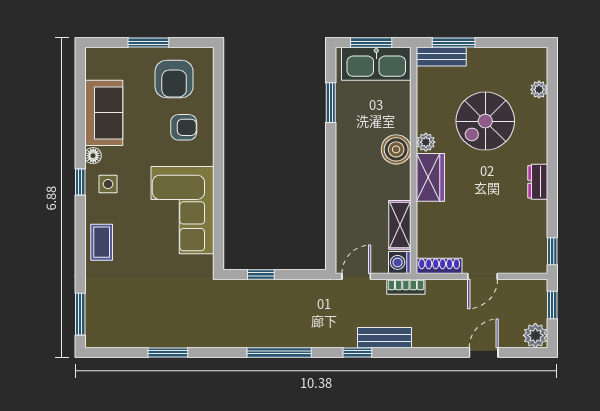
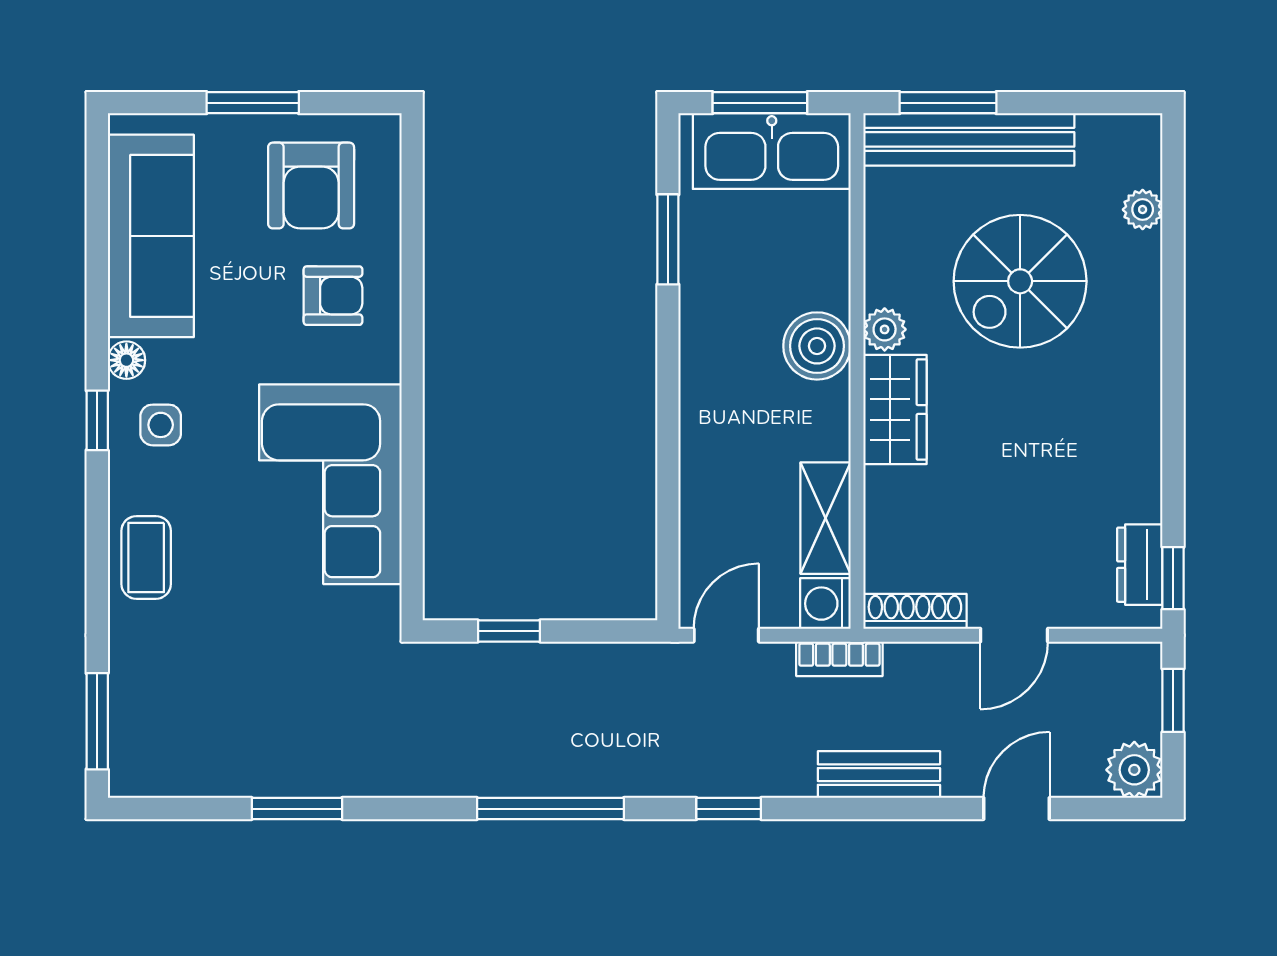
bench: (441, 57) -> (969, 139), width x1.86, depth x1.21
sofa: (104, 113) -> (151, 236), width x1.36
dresser: (538, 182) -> (1140, 565), moved
bench: (384, 338) -> (879, 775), moved

